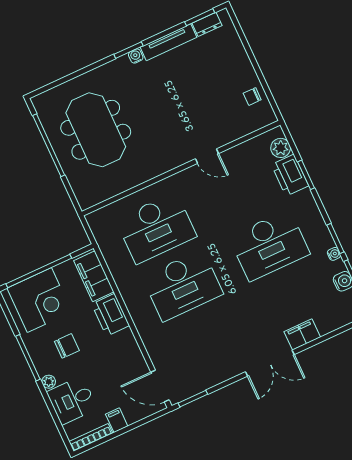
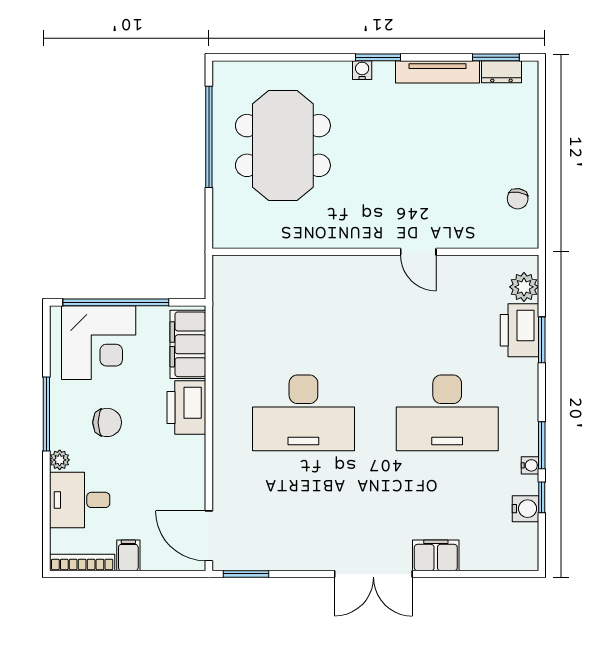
water cooler: (136, 56) -> (362, 70), moved
chair: (252, 96) -> (518, 199), turned -81
desk: (156, 228) -> (303, 318), removed

